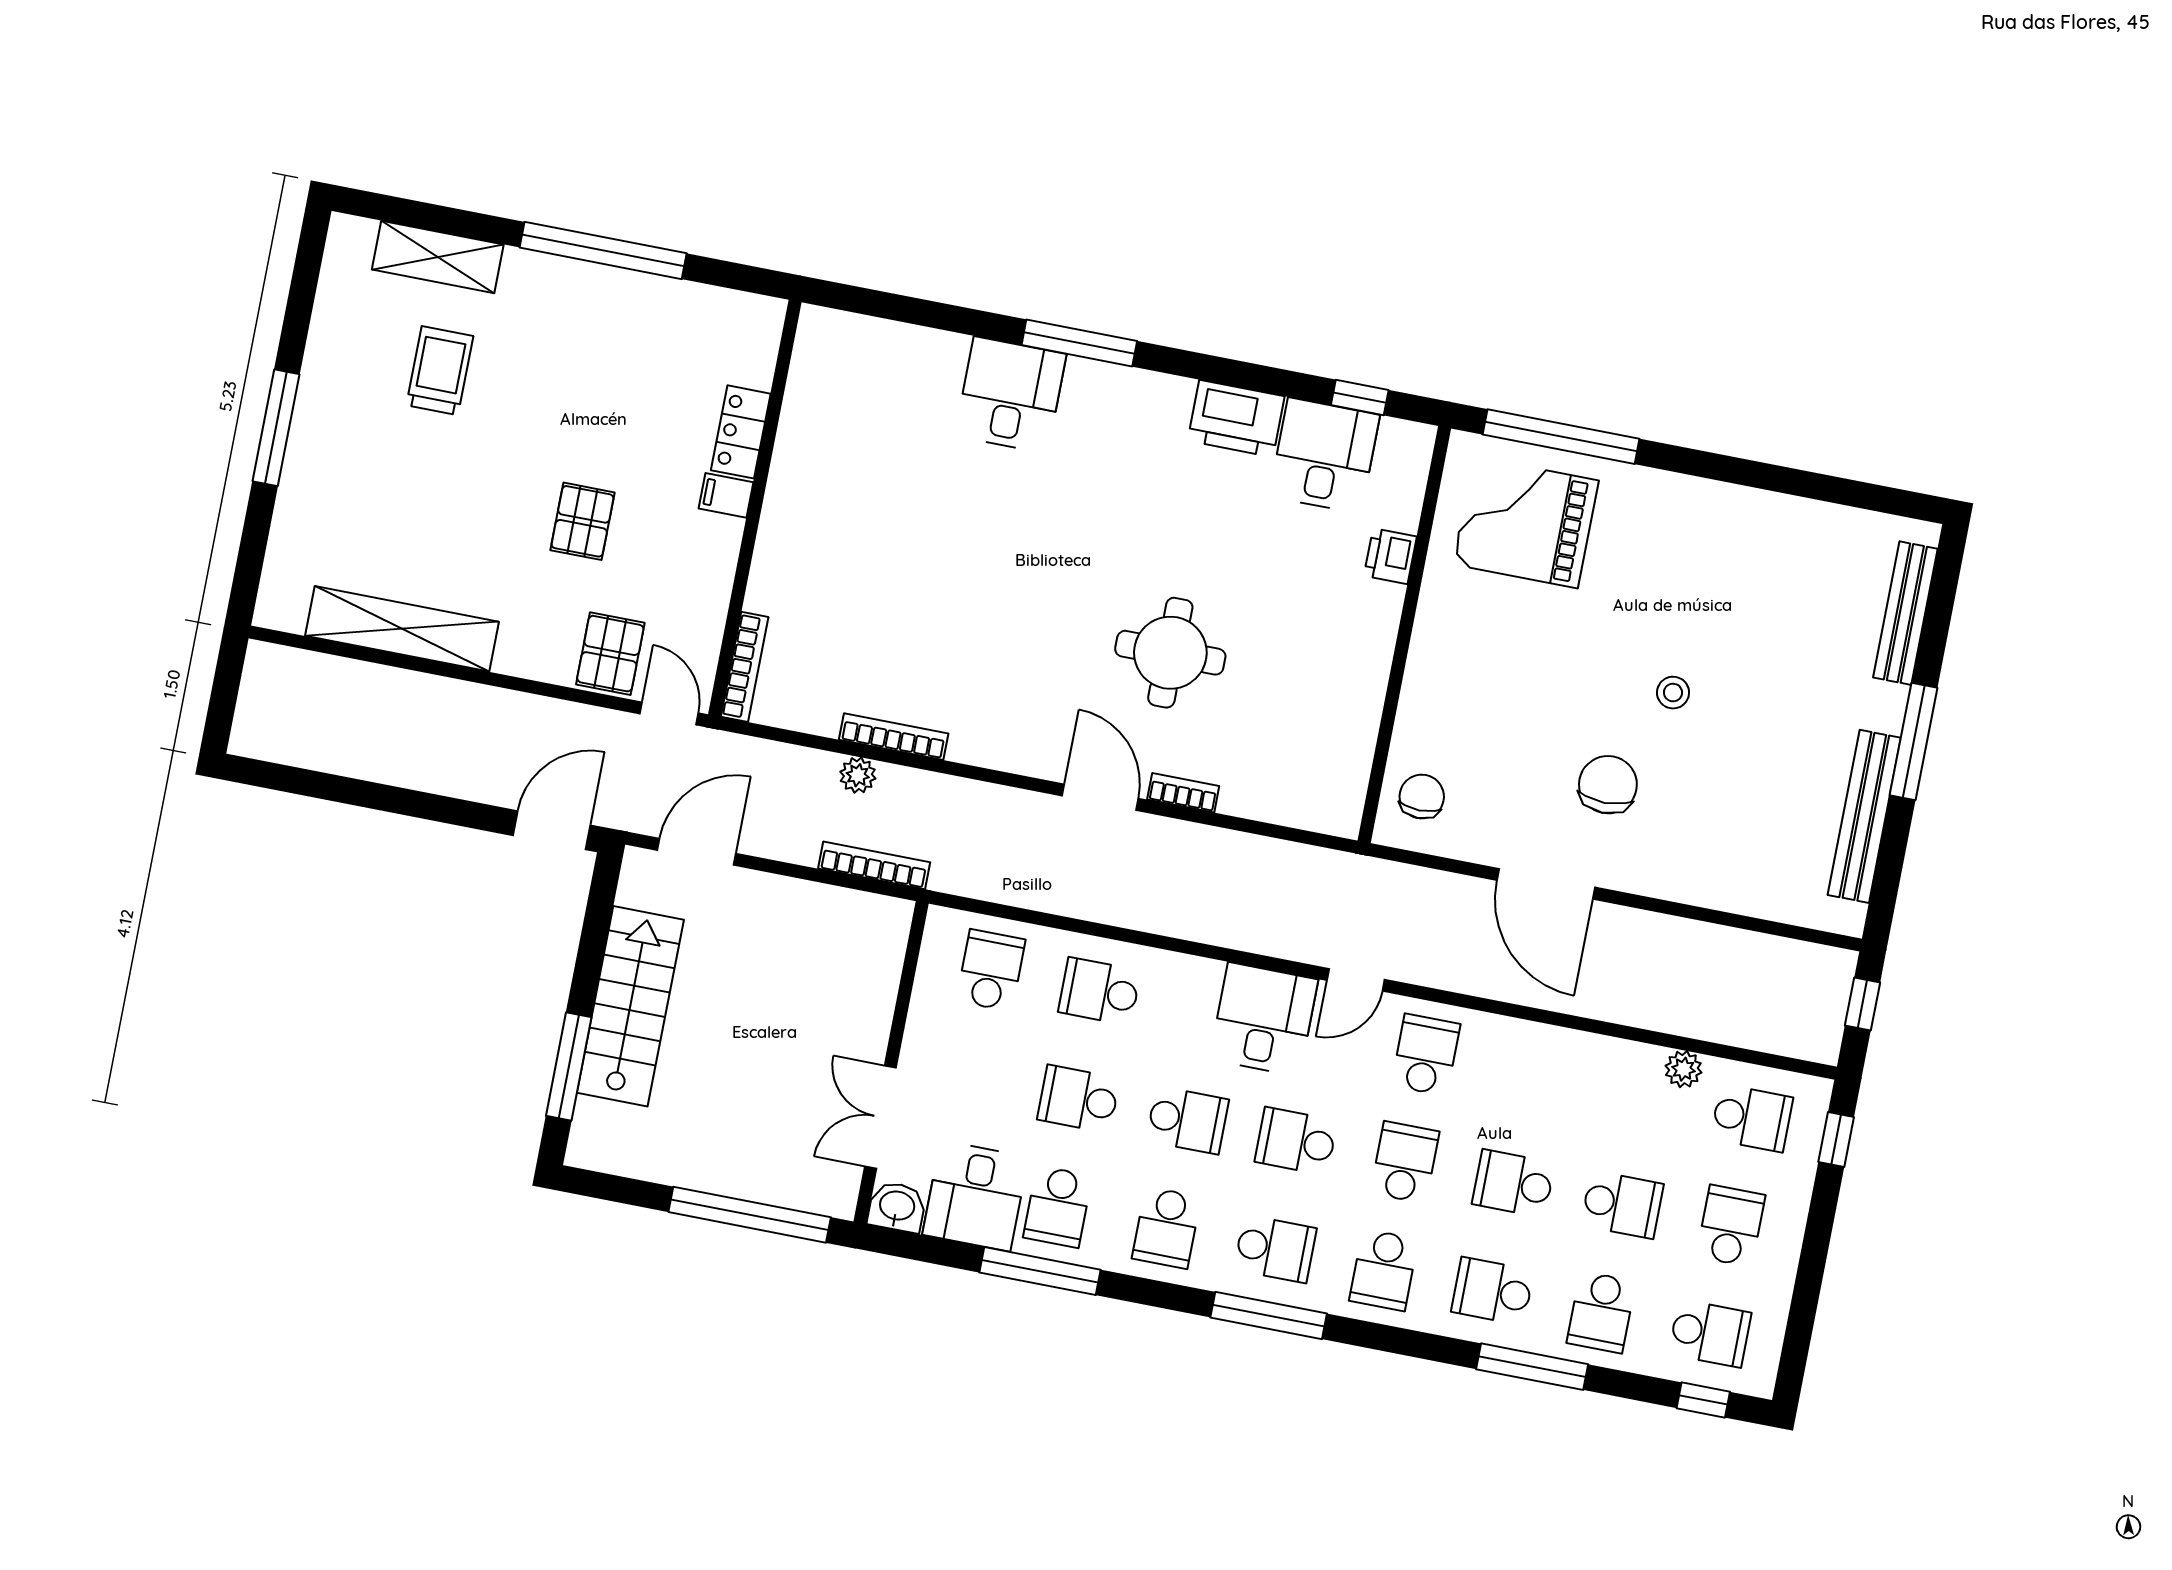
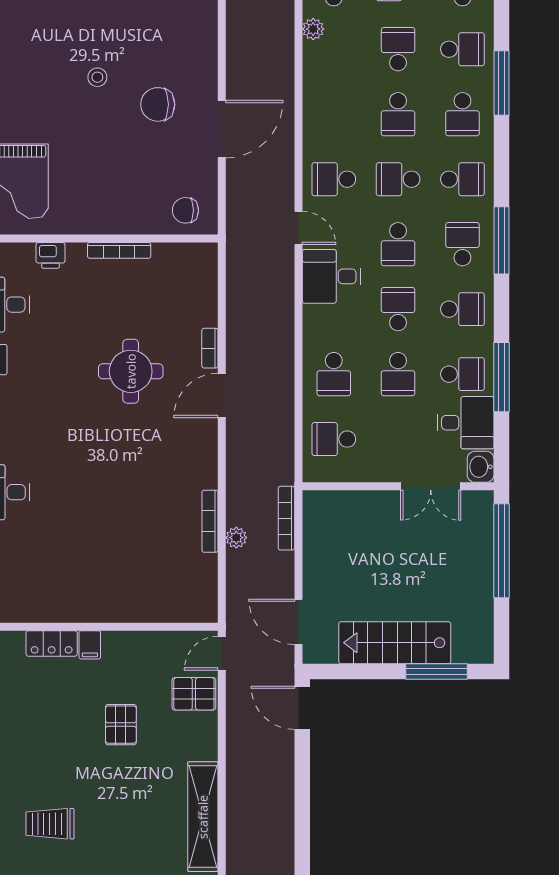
pallet: (583, 521) -> (121, 725), turned 90
bookcase: (745, 667) -> (119, 250), moved, turned 180

